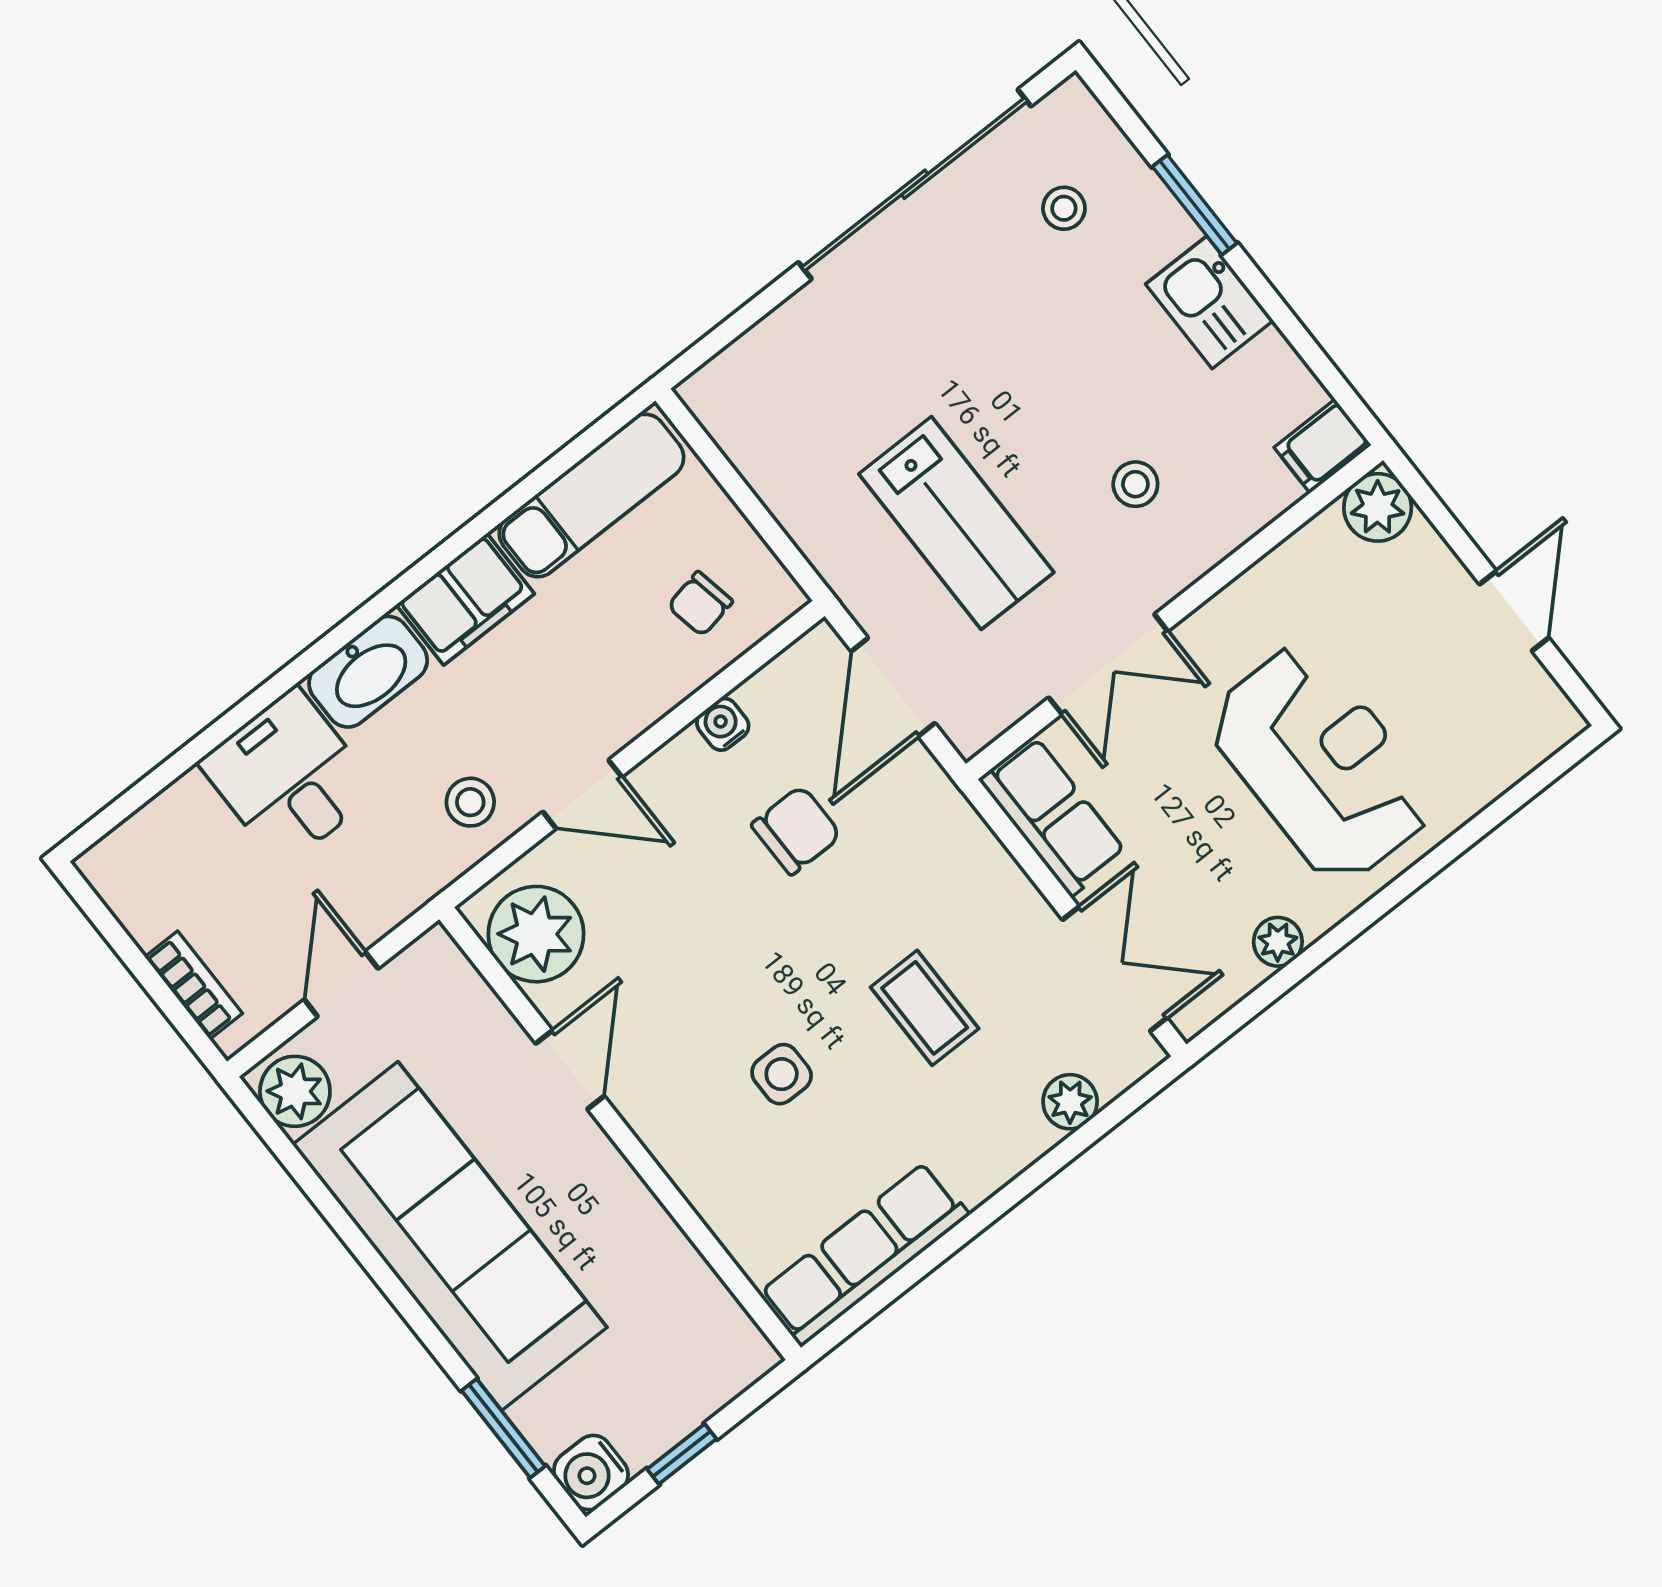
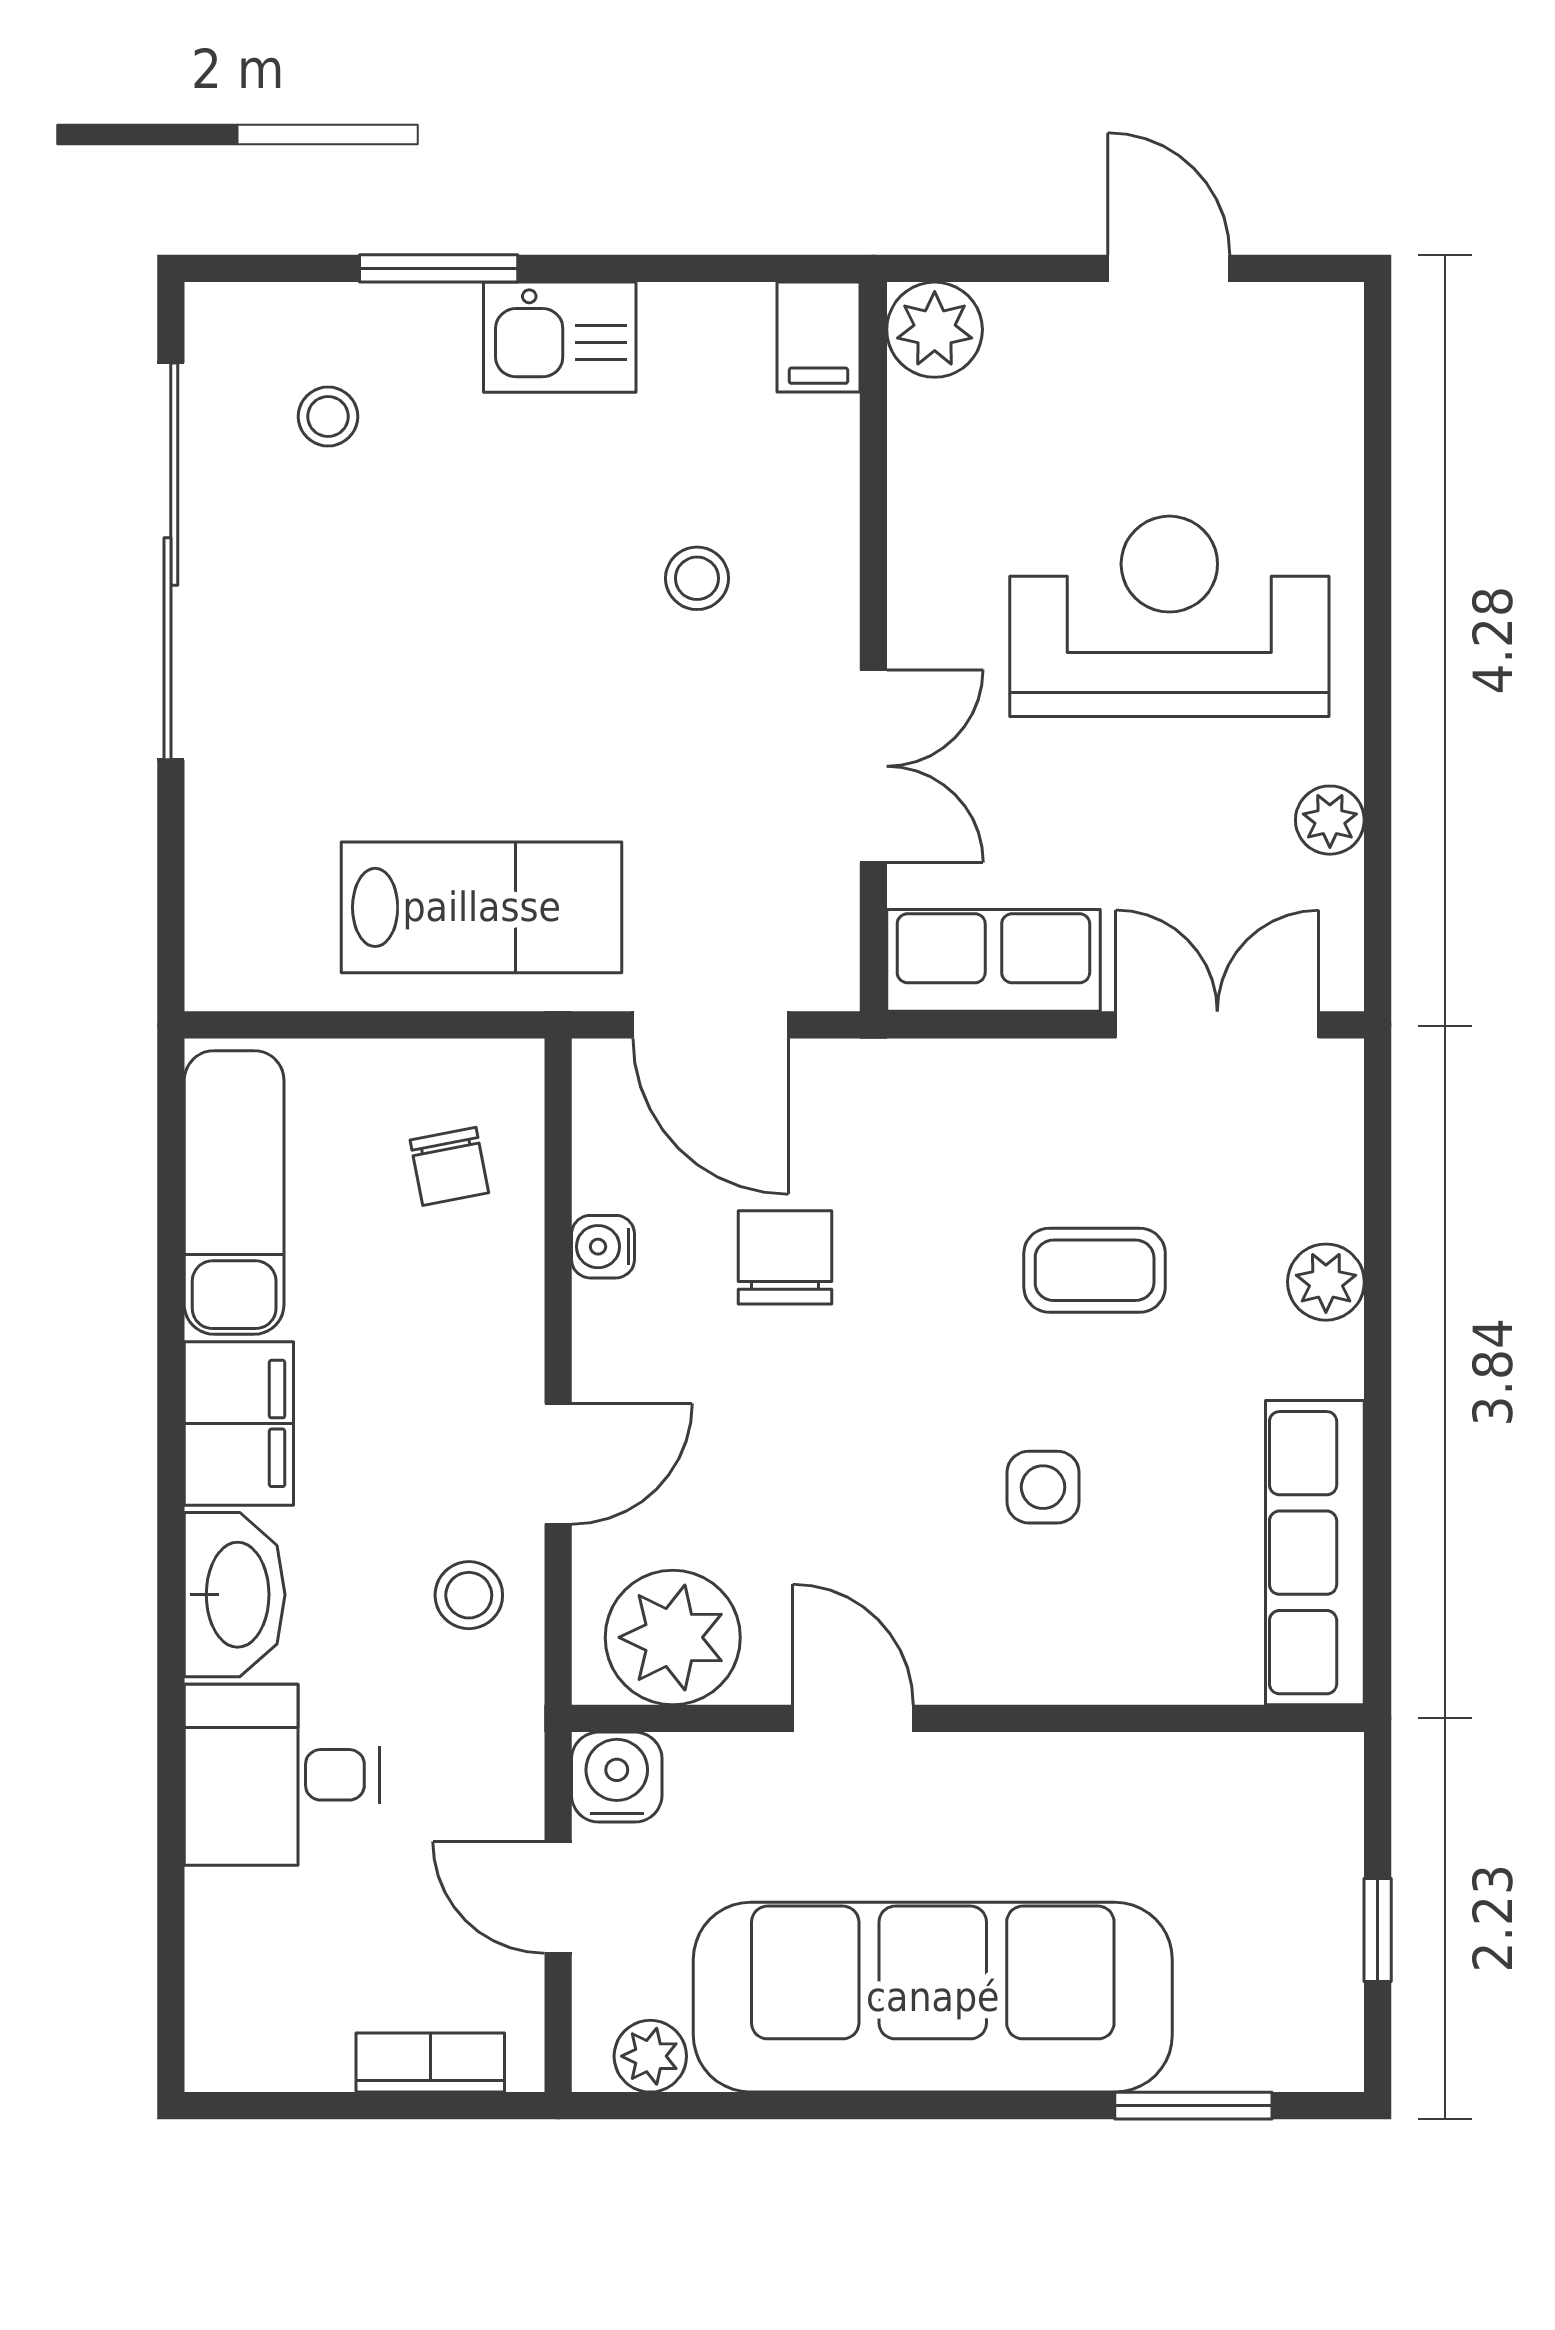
lab bench: (956, 523) -> (482, 907), moved
plant: (295, 1091) -> (650, 2056), width x0.73, depth x0.73
plant: (1070, 1102) -> (1326, 1282), moved
water cooler: (591, 1473) -> (617, 1777), moved, turned 180

